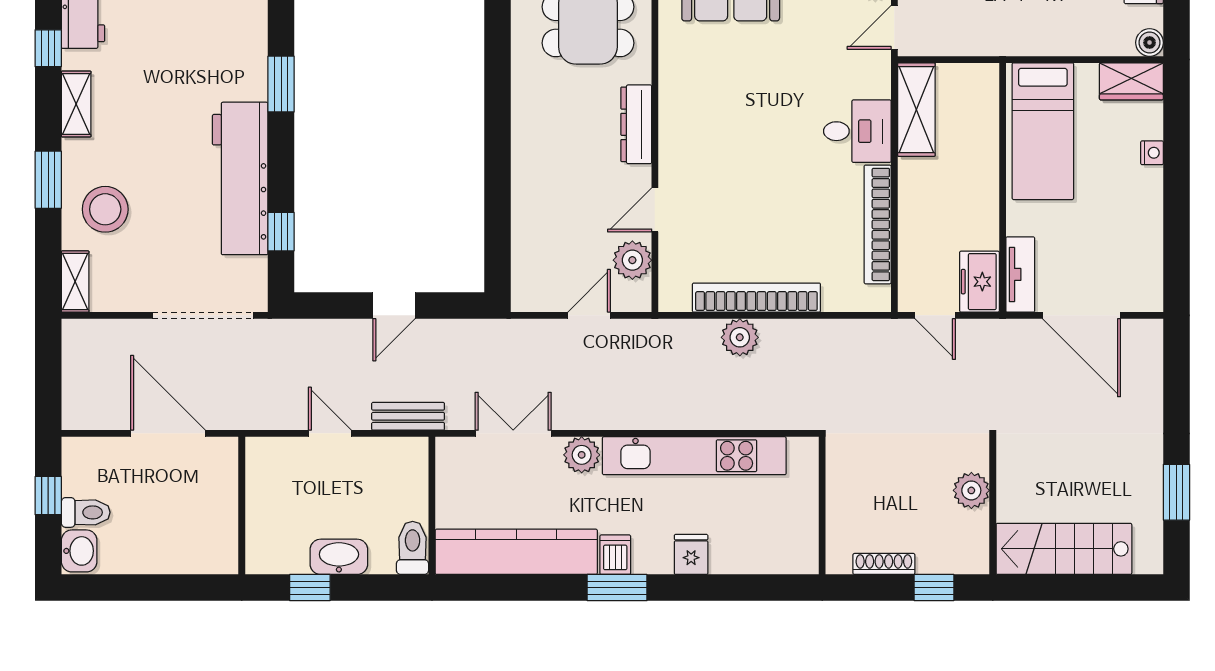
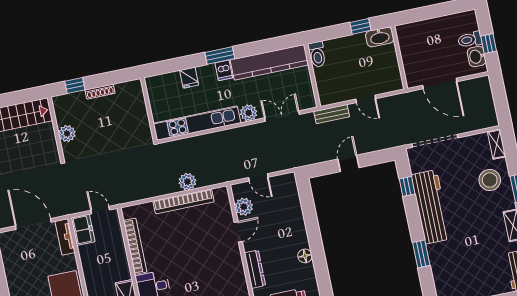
floor lamp: (526, 130) -> (305, 256), added
door: (589, 315) -> (258, 177), hinge flipped
double door: (513, 433) -> (282, 116), swing flipped
wall: (822, 506) -> (149, 109), moved
washbasin: (79, 551) -> (477, 57), moved
washbasin: (339, 557) -> (380, 37), moved

